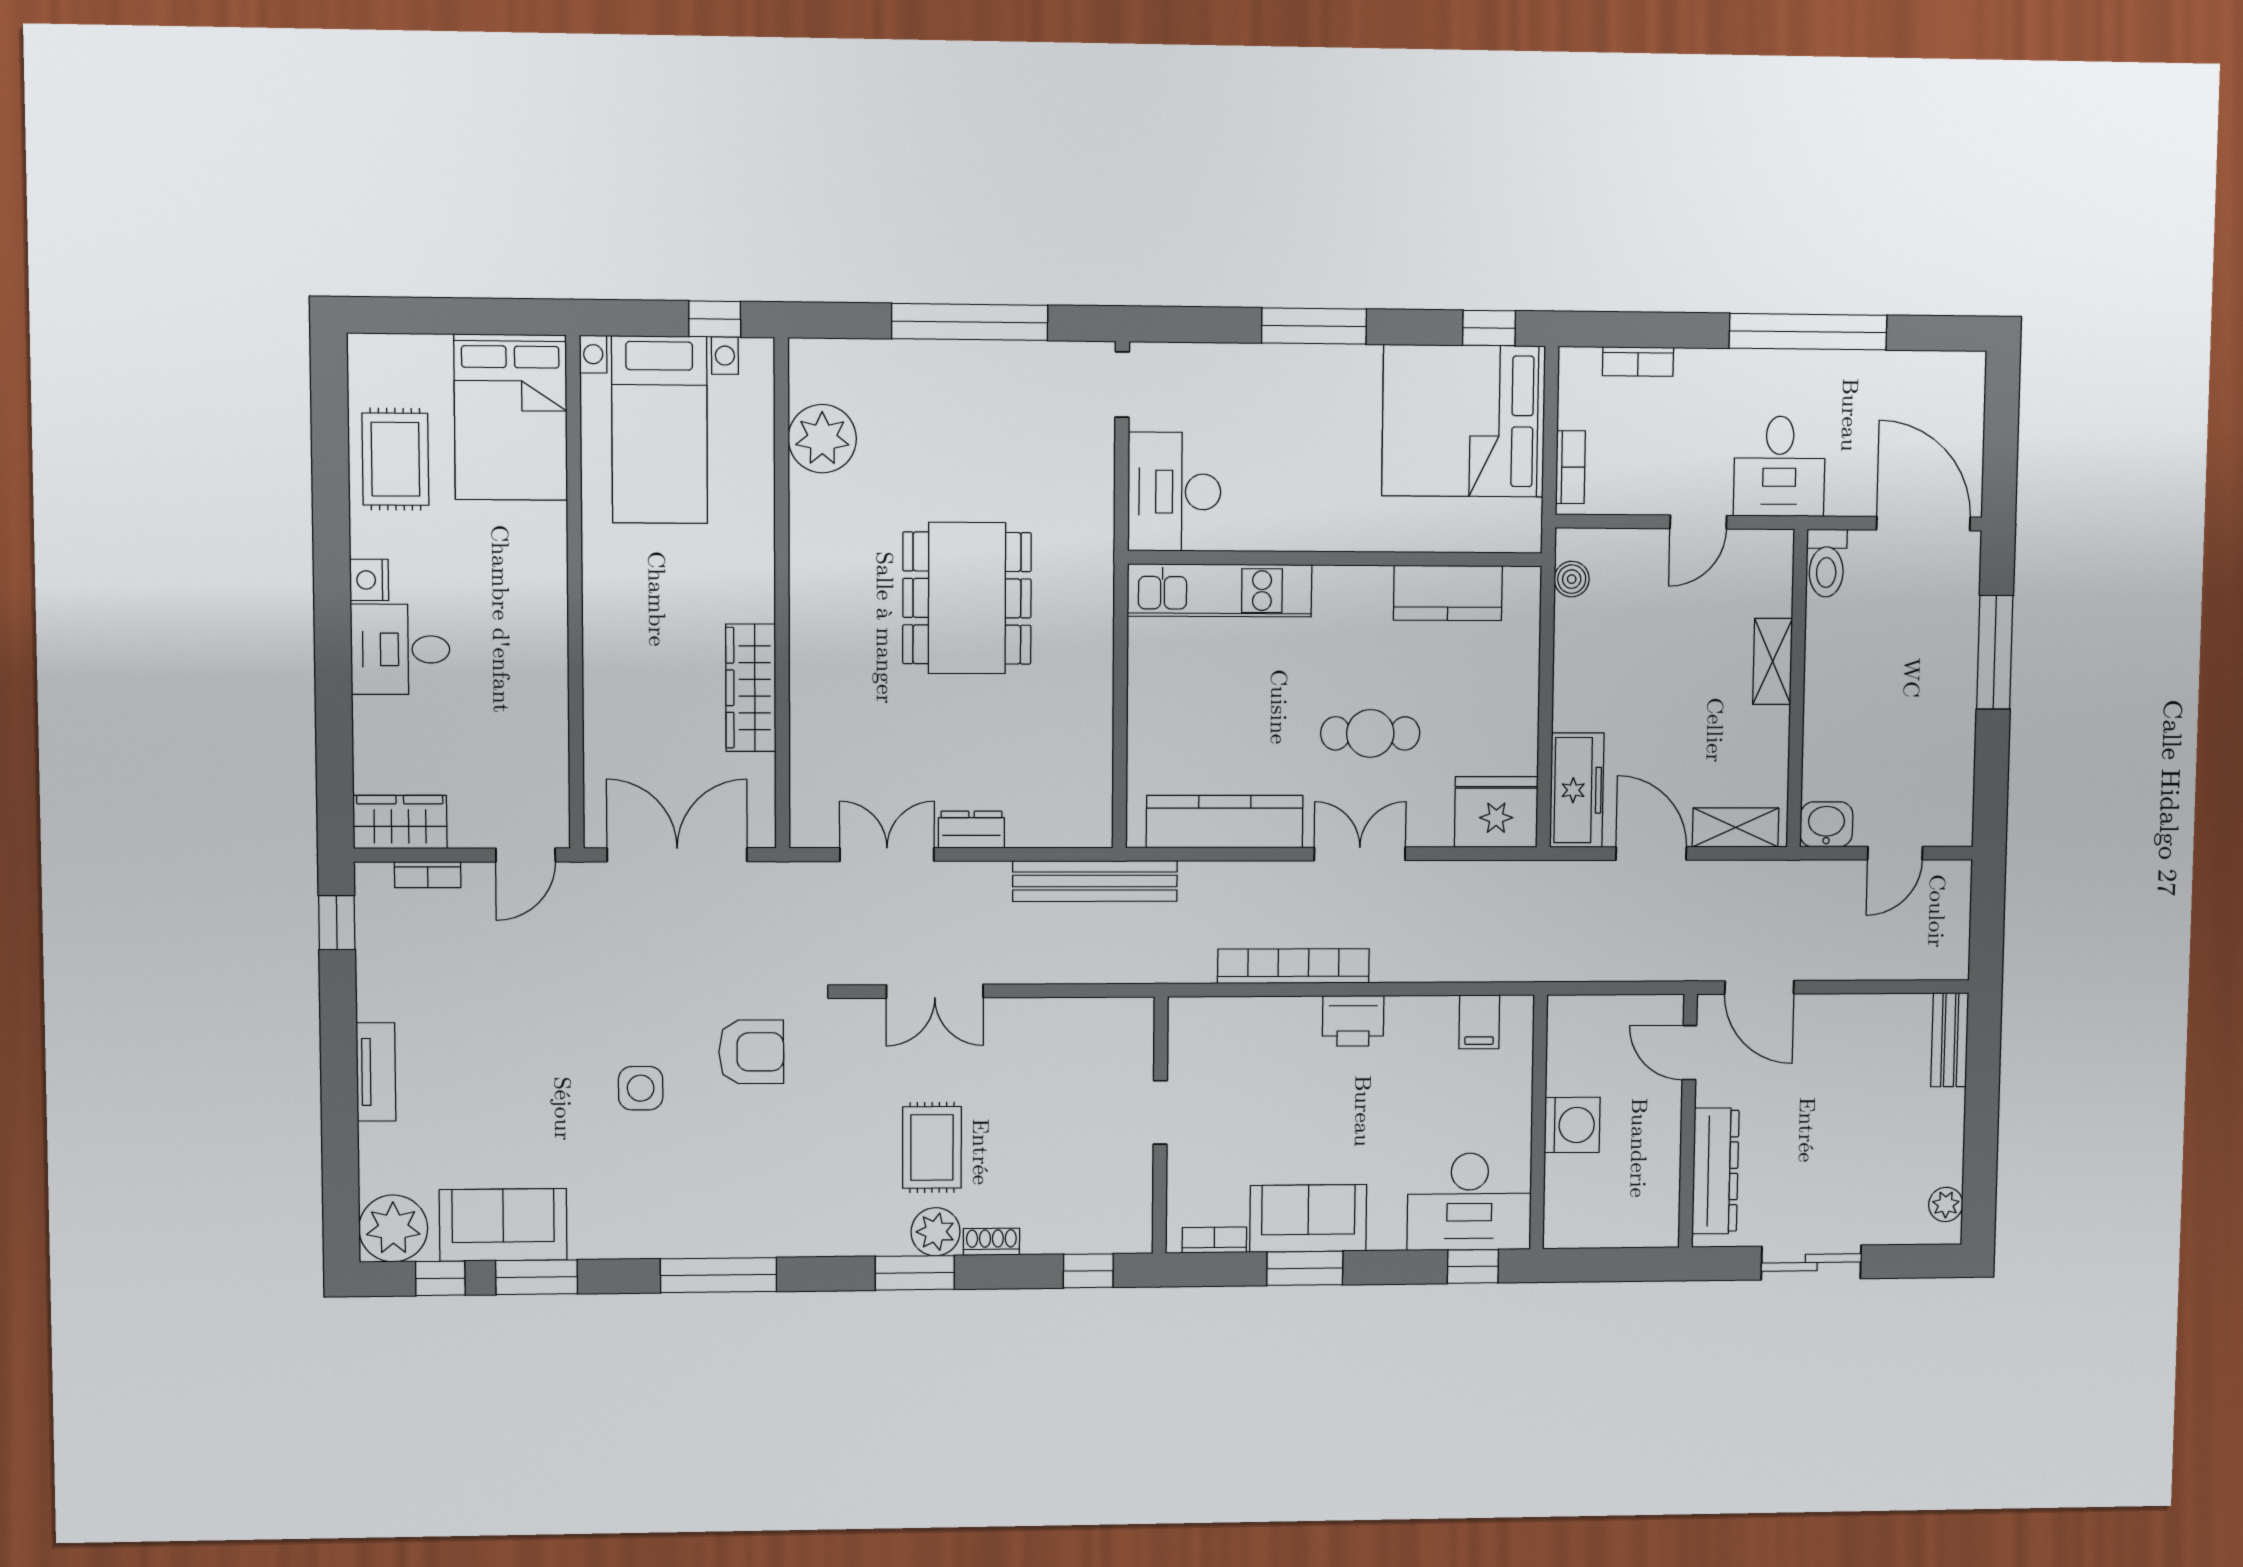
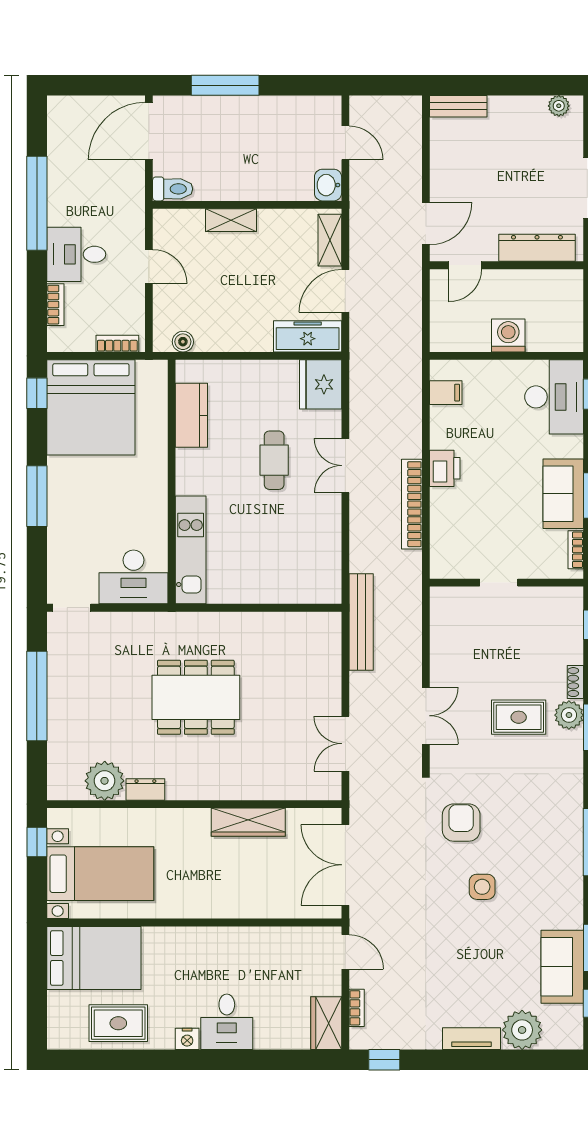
desk: (1779, 466) -> (76, 254), moved, turned 180
kitchen counter: (1225, 822) -> (326, 546), removed
dresser: (971, 830) -> (145, 790), moved, turned 90
plant: (393, 1228) -> (522, 1030), moved

